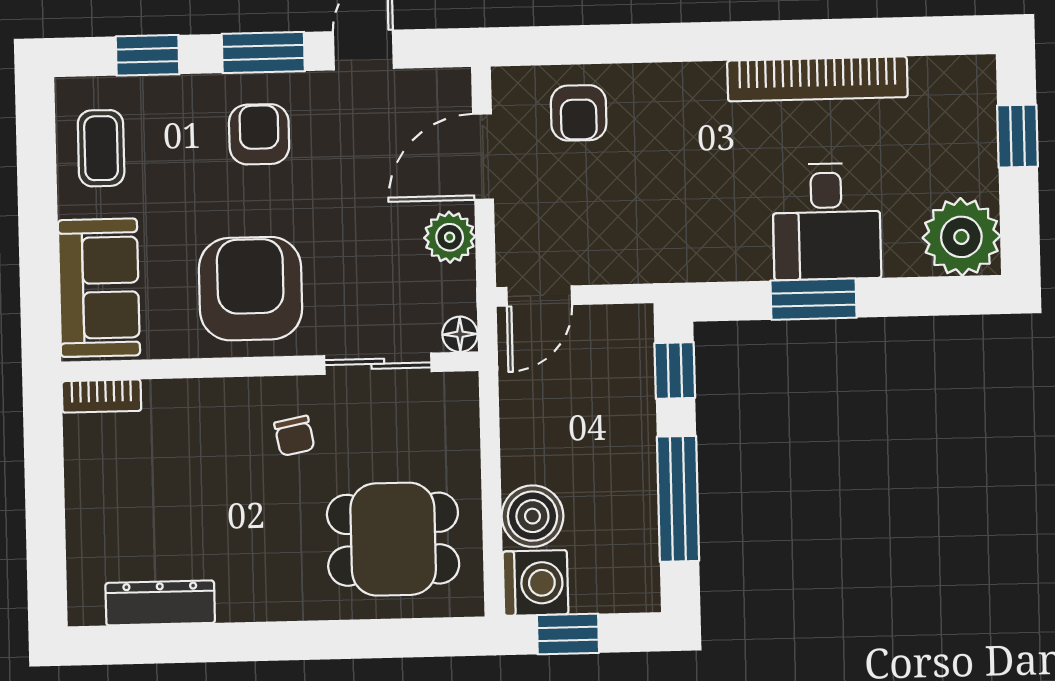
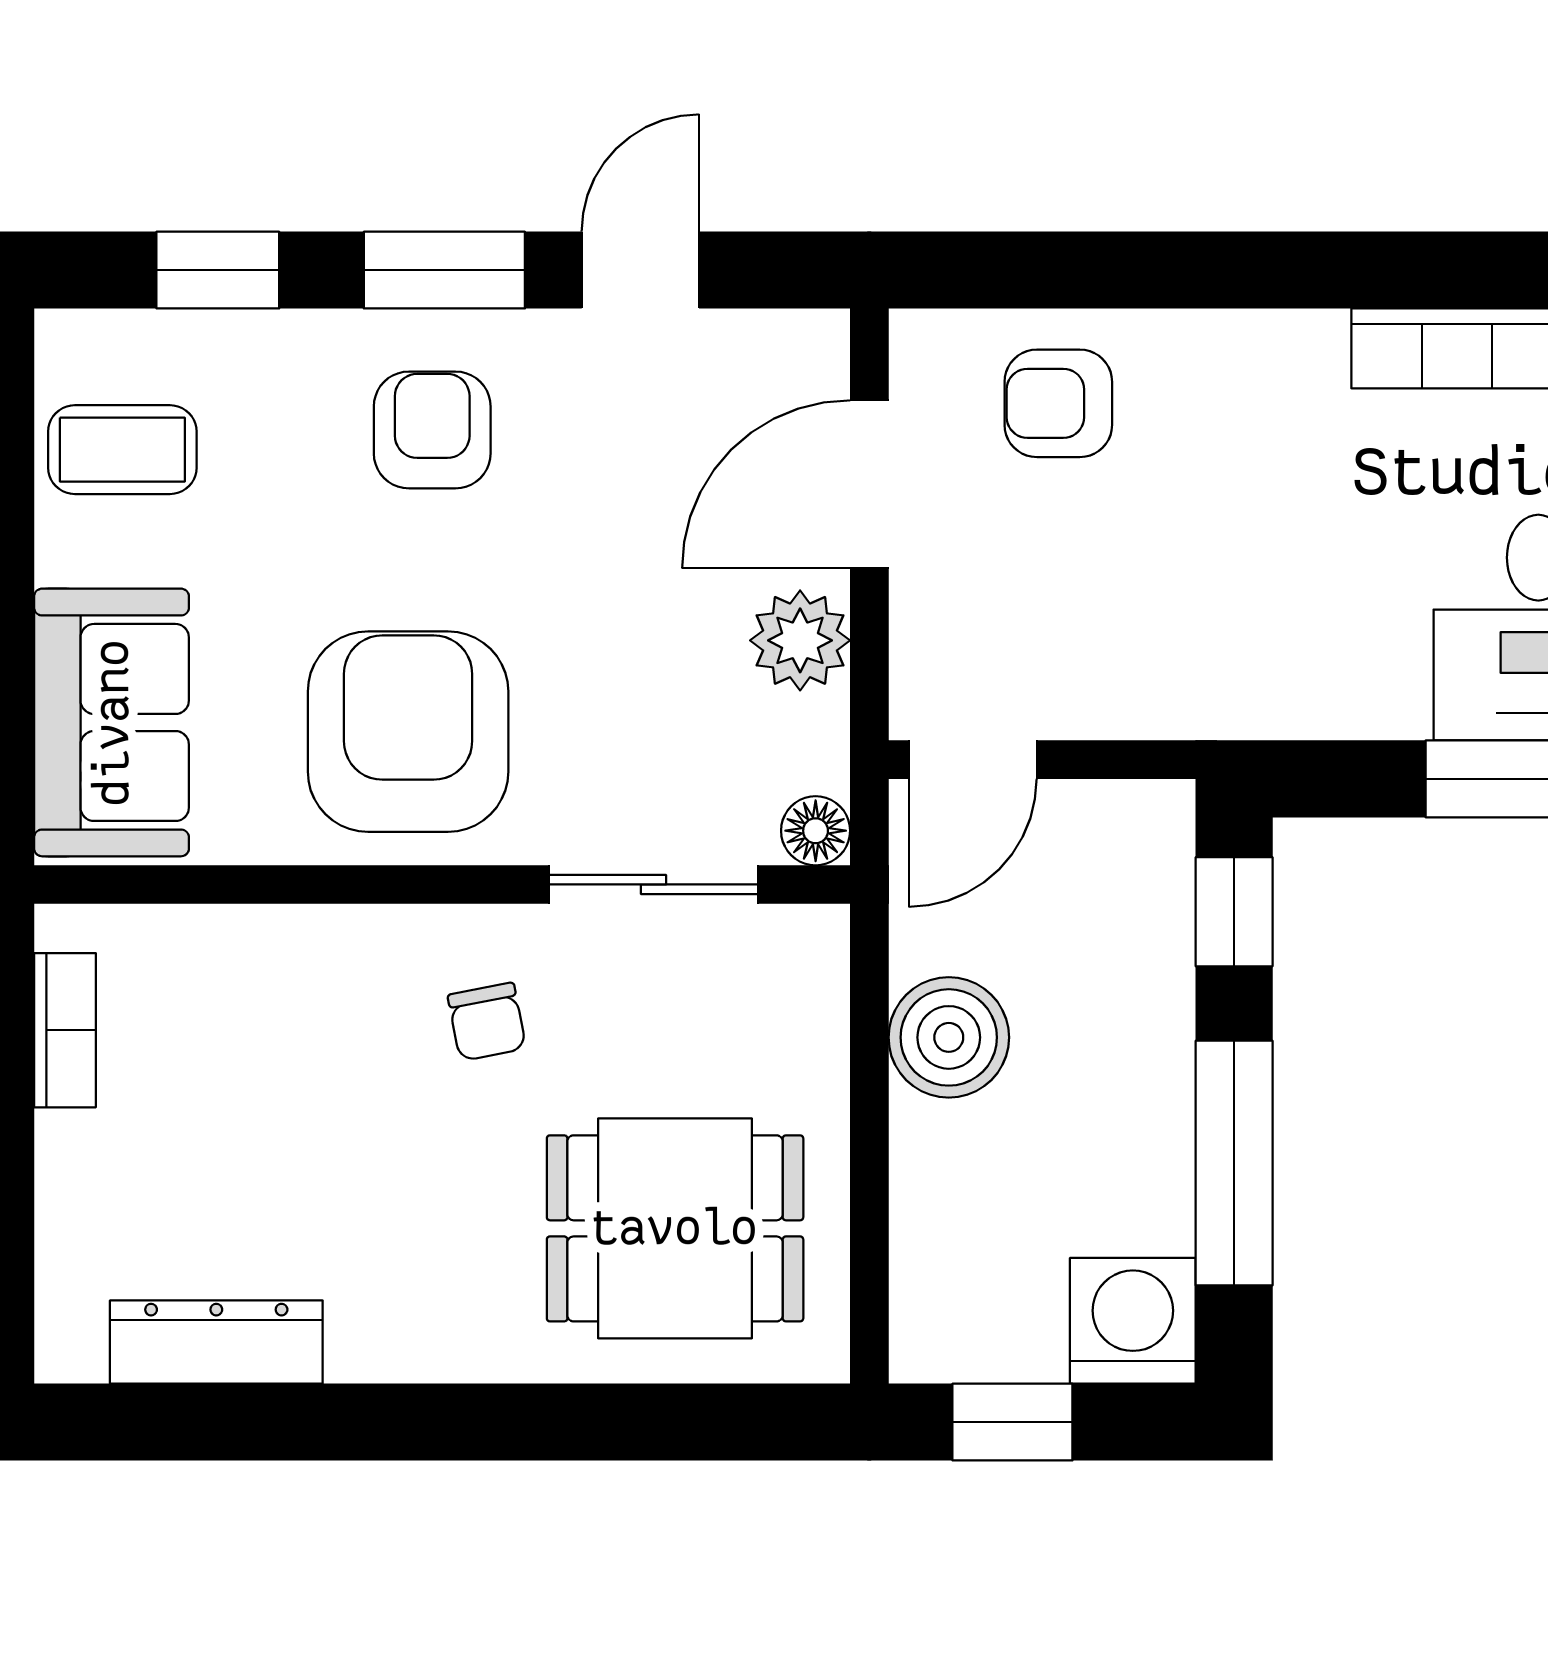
armchair: (579, 113) -> (1058, 403), turned 90
coffee table: (101, 148) -> (122, 450), turned 90
bookcase: (101, 396) -> (65, 1030), moved, turned -90
boiler: (532, 516) -> (949, 1037), moved
washing machine: (535, 583) -> (1133, 1321), moved, turned -90

